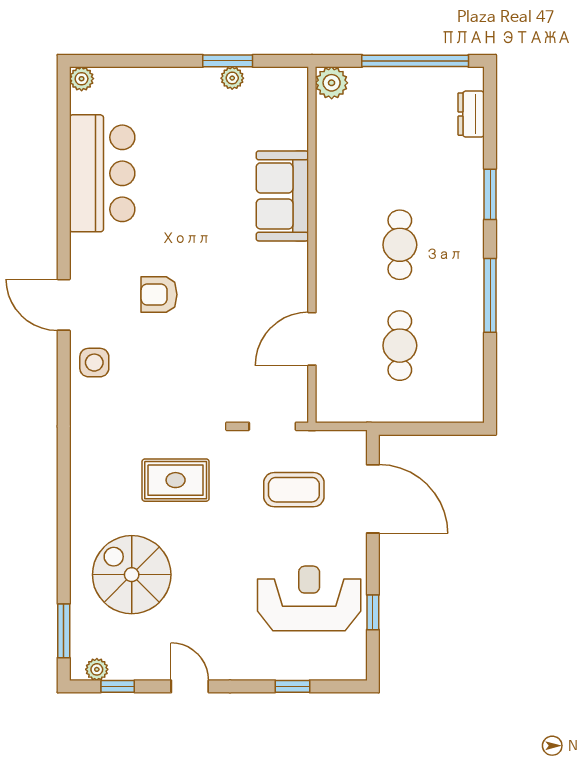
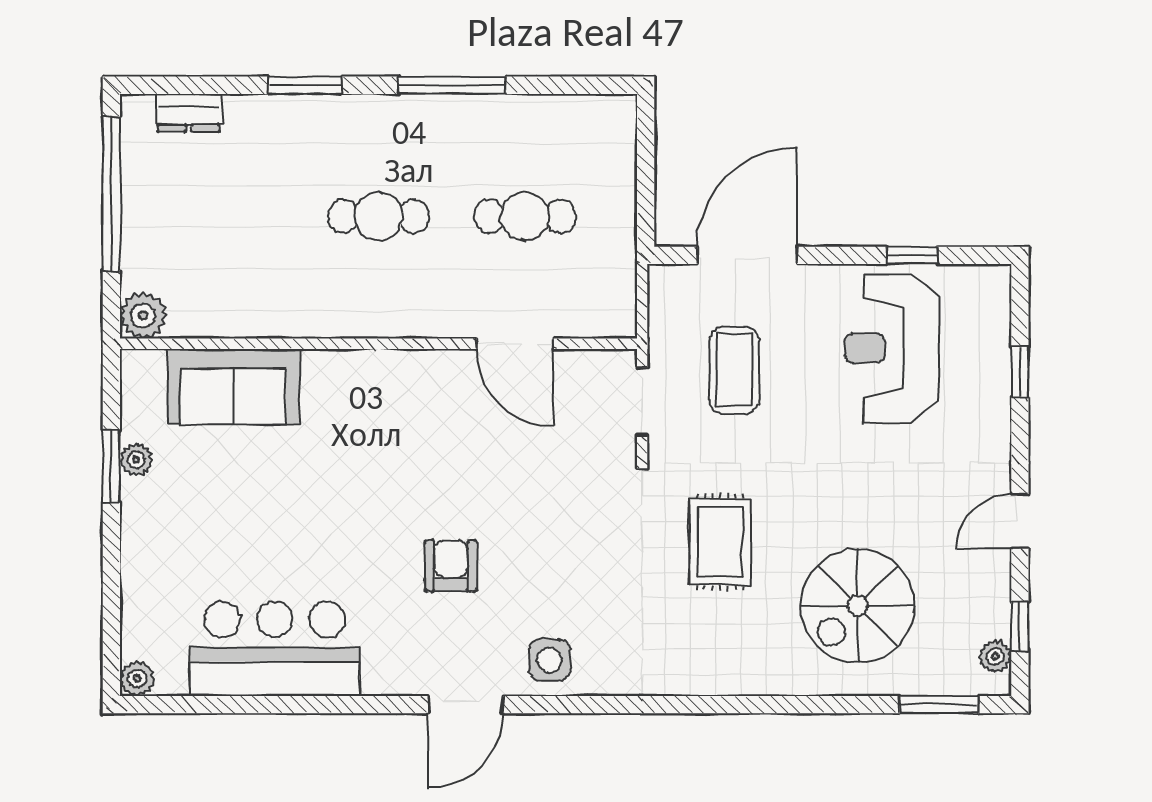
sofa: (282, 196) -> (234, 387), moved
armchair: (159, 295) -> (451, 566), turned 180

